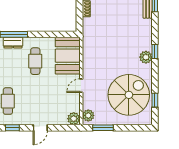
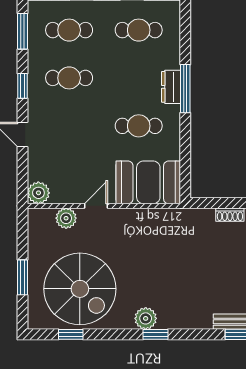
door: (81, 86) -> (96, 206), hinge flipped
plant: (88, 115) -> (66, 218), moved
window: (103, 128) -> (22, 277), moved

